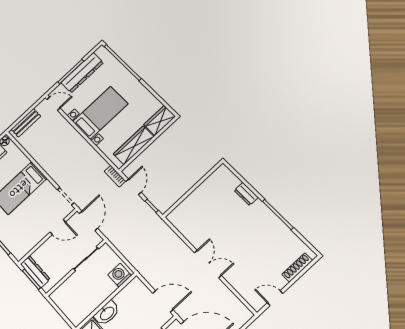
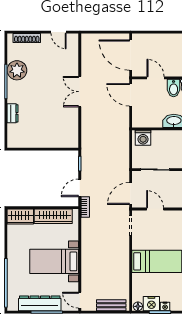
plant: (278, 232) -> (17, 70), added

